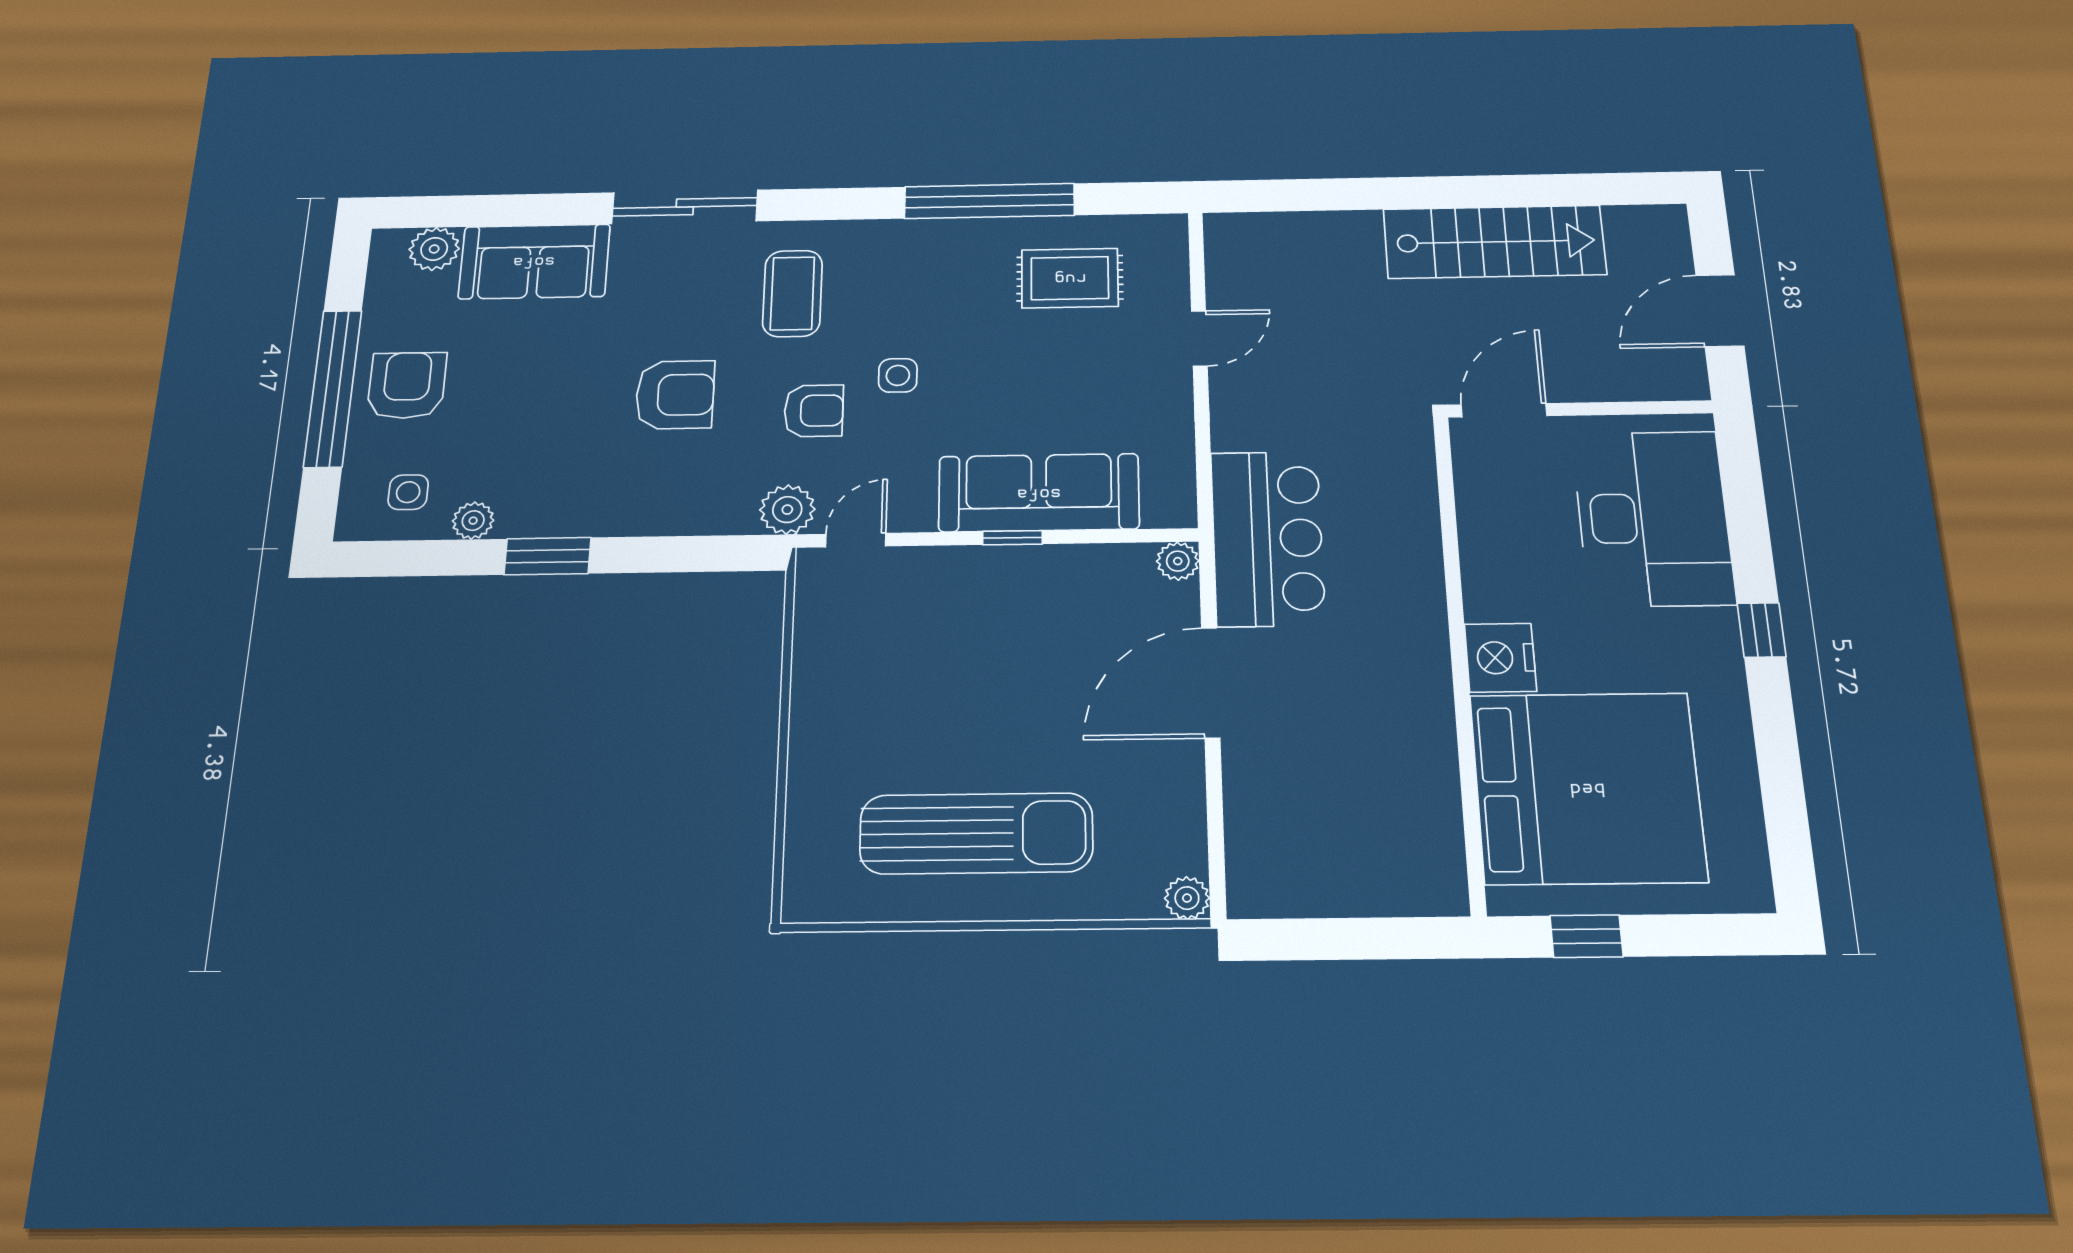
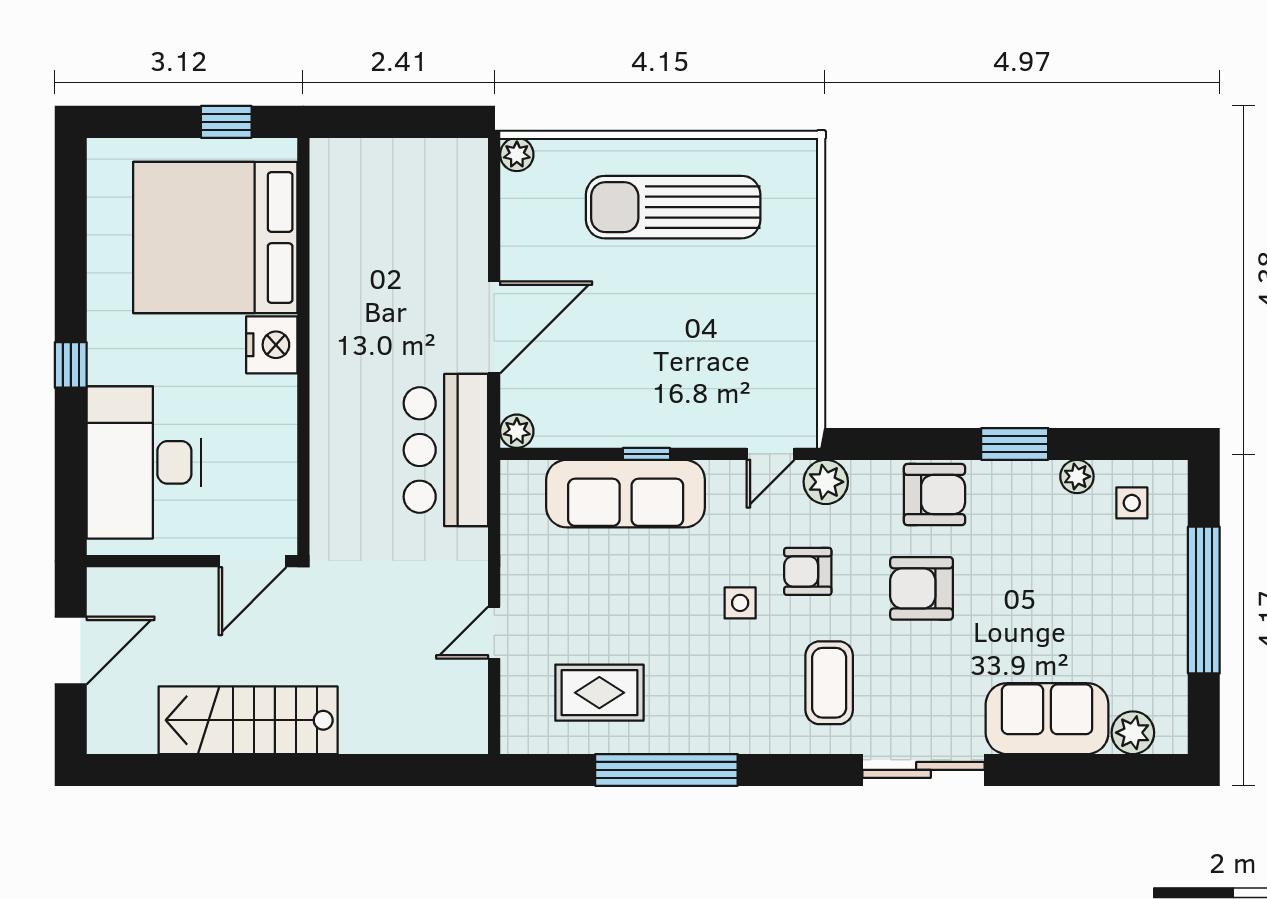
armchair: (407, 385) -> (934, 495), moved, turned -90

